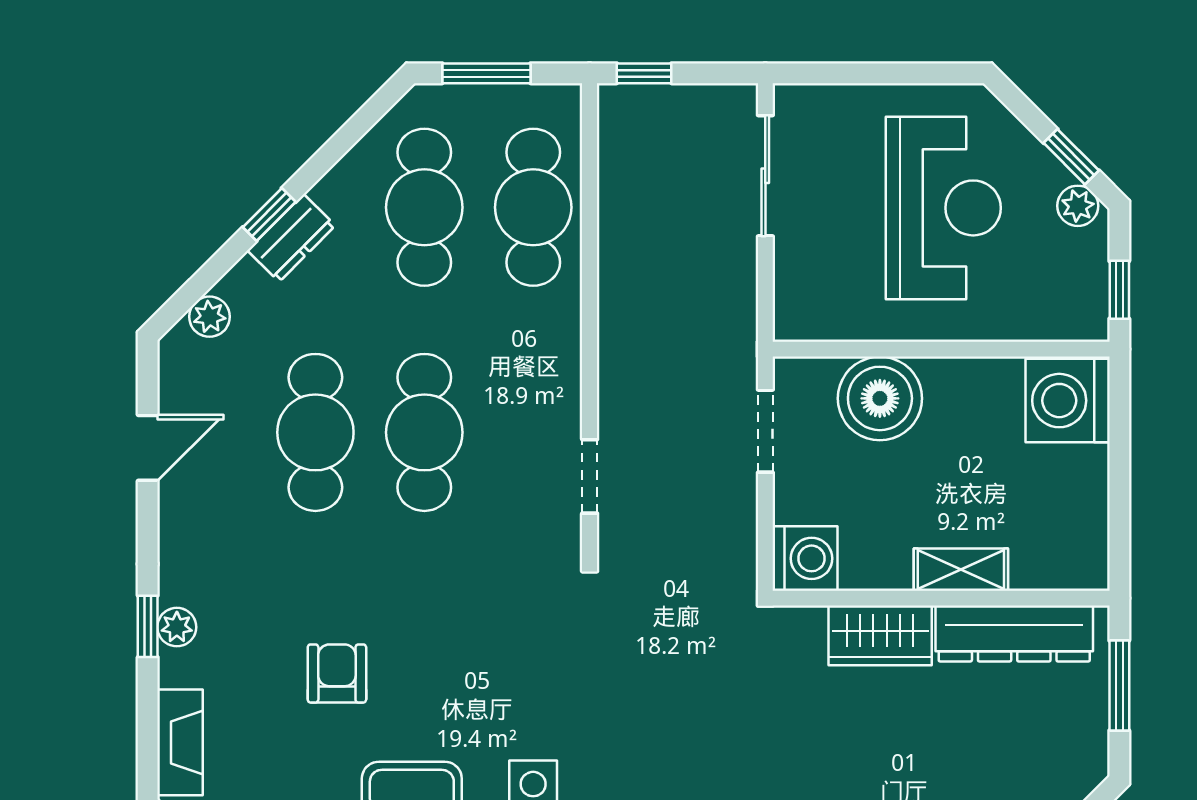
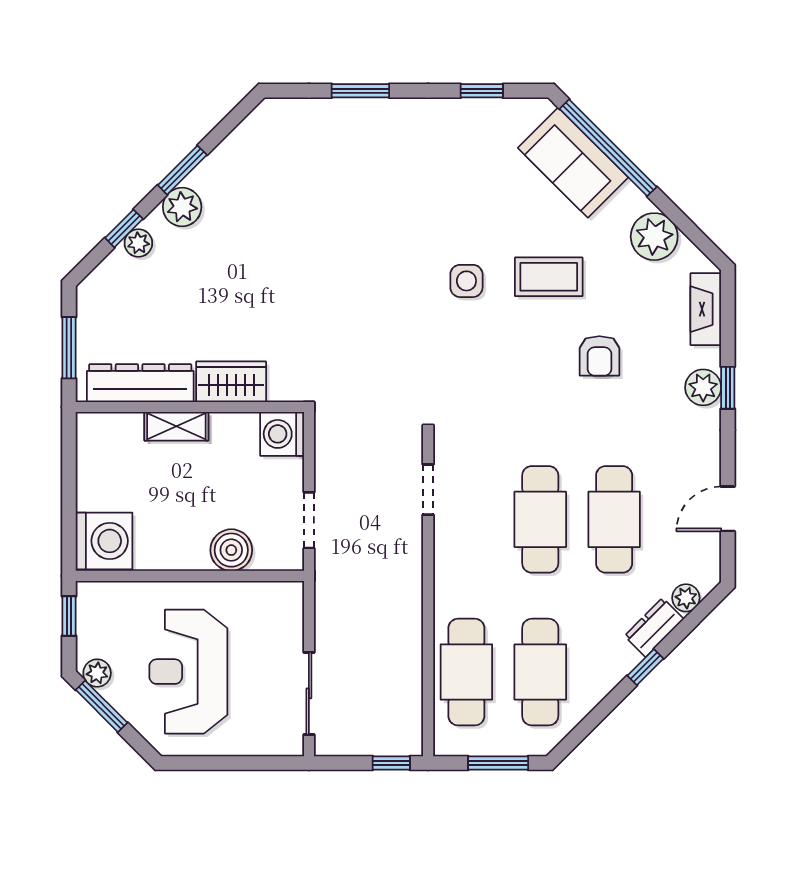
window: (1071, 157) -> (102, 706), width x1.50
dresser: (291, 238) -> (654, 628), moved
boiler: (880, 398) -> (231, 550), width x0.73, depth x0.73
plant: (177, 627) -> (703, 387), width x1.38, depth x1.38

